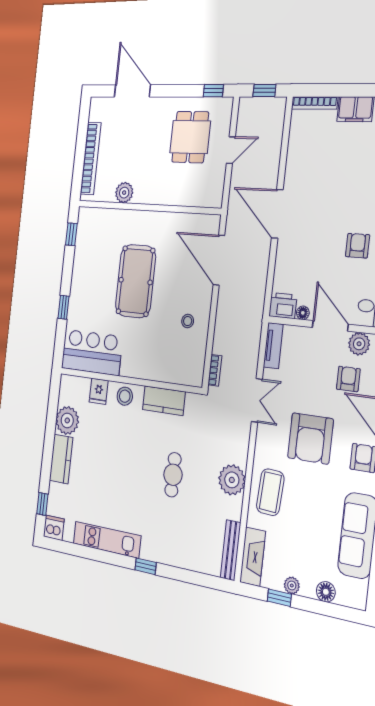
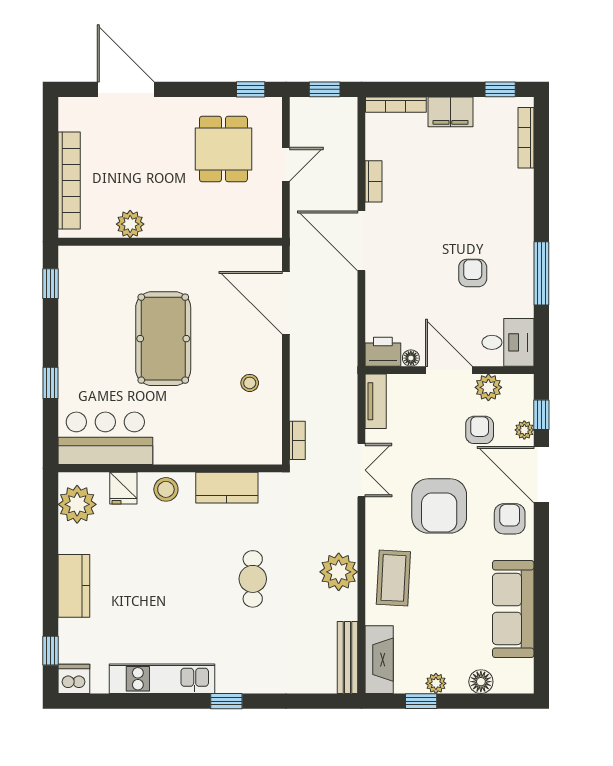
bookcase: (291, 166) -> (373, 181), added
plant: (67, 420) -> (77, 504), moved

